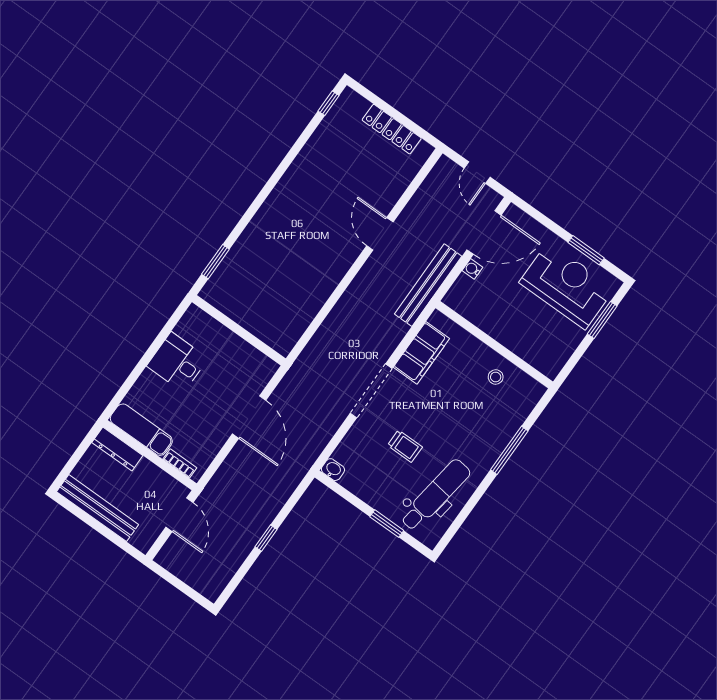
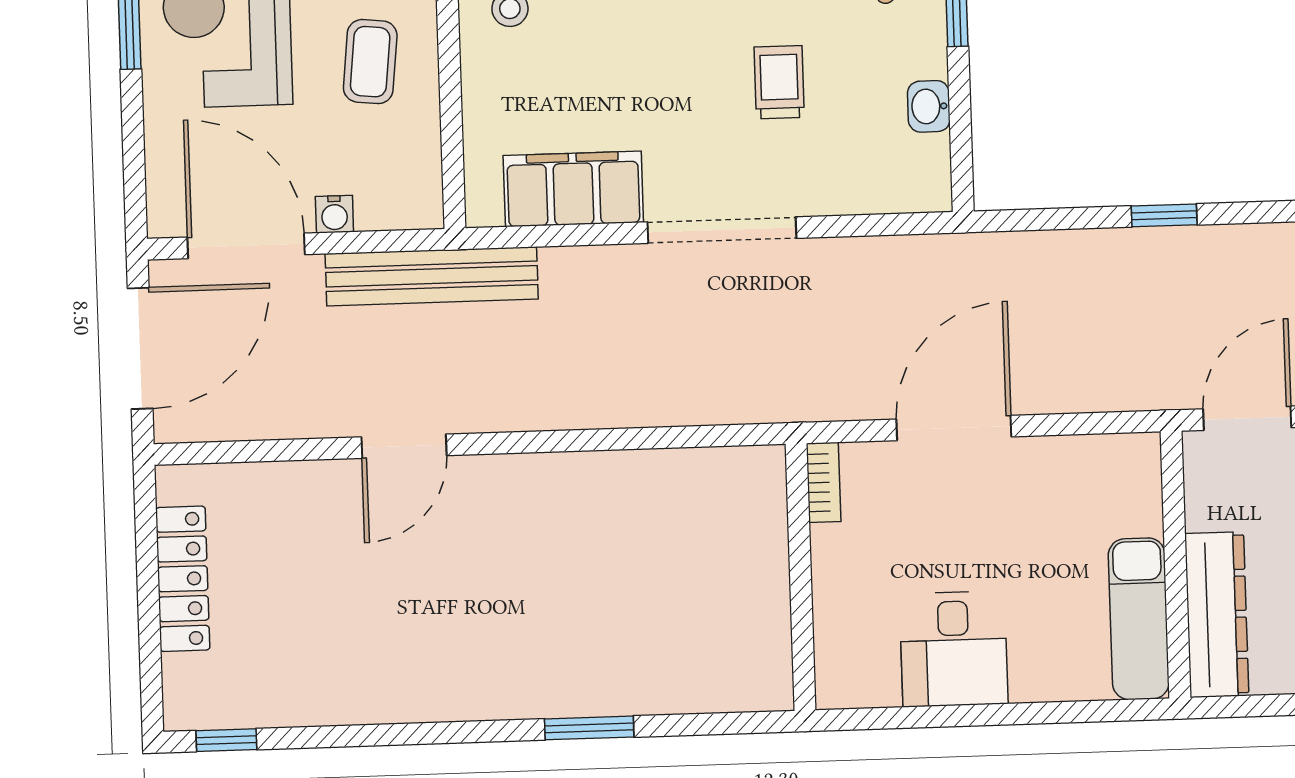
door: (477, 173) -> (140, 348), width x1.88
window: (215, 262) -> (589, 728), moved
coffee table: (513, 318) -> (370, 62), added
dresser: (117, 449) -> (1217, 615), width x1.37, depth x1.24
bookcase: (180, 463) -> (824, 482), moved, turned 180
washbasin: (333, 470) -> (929, 106), moved

